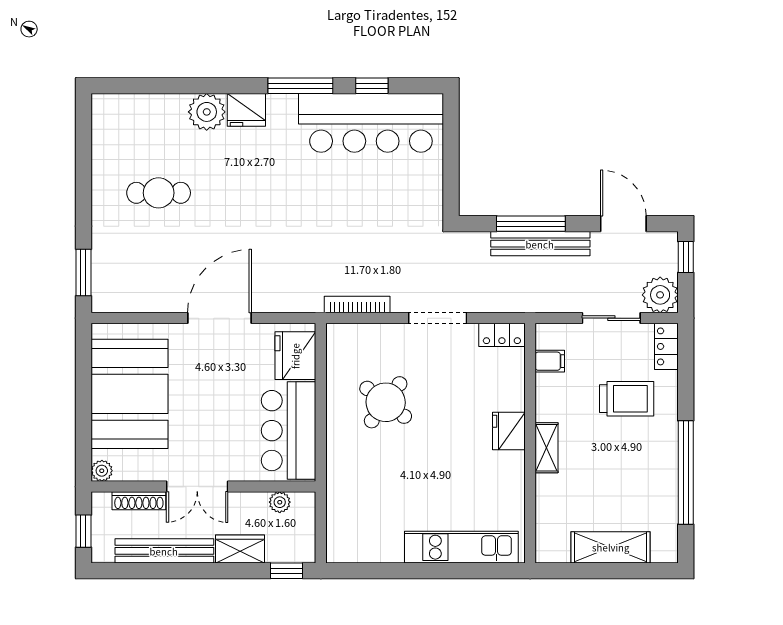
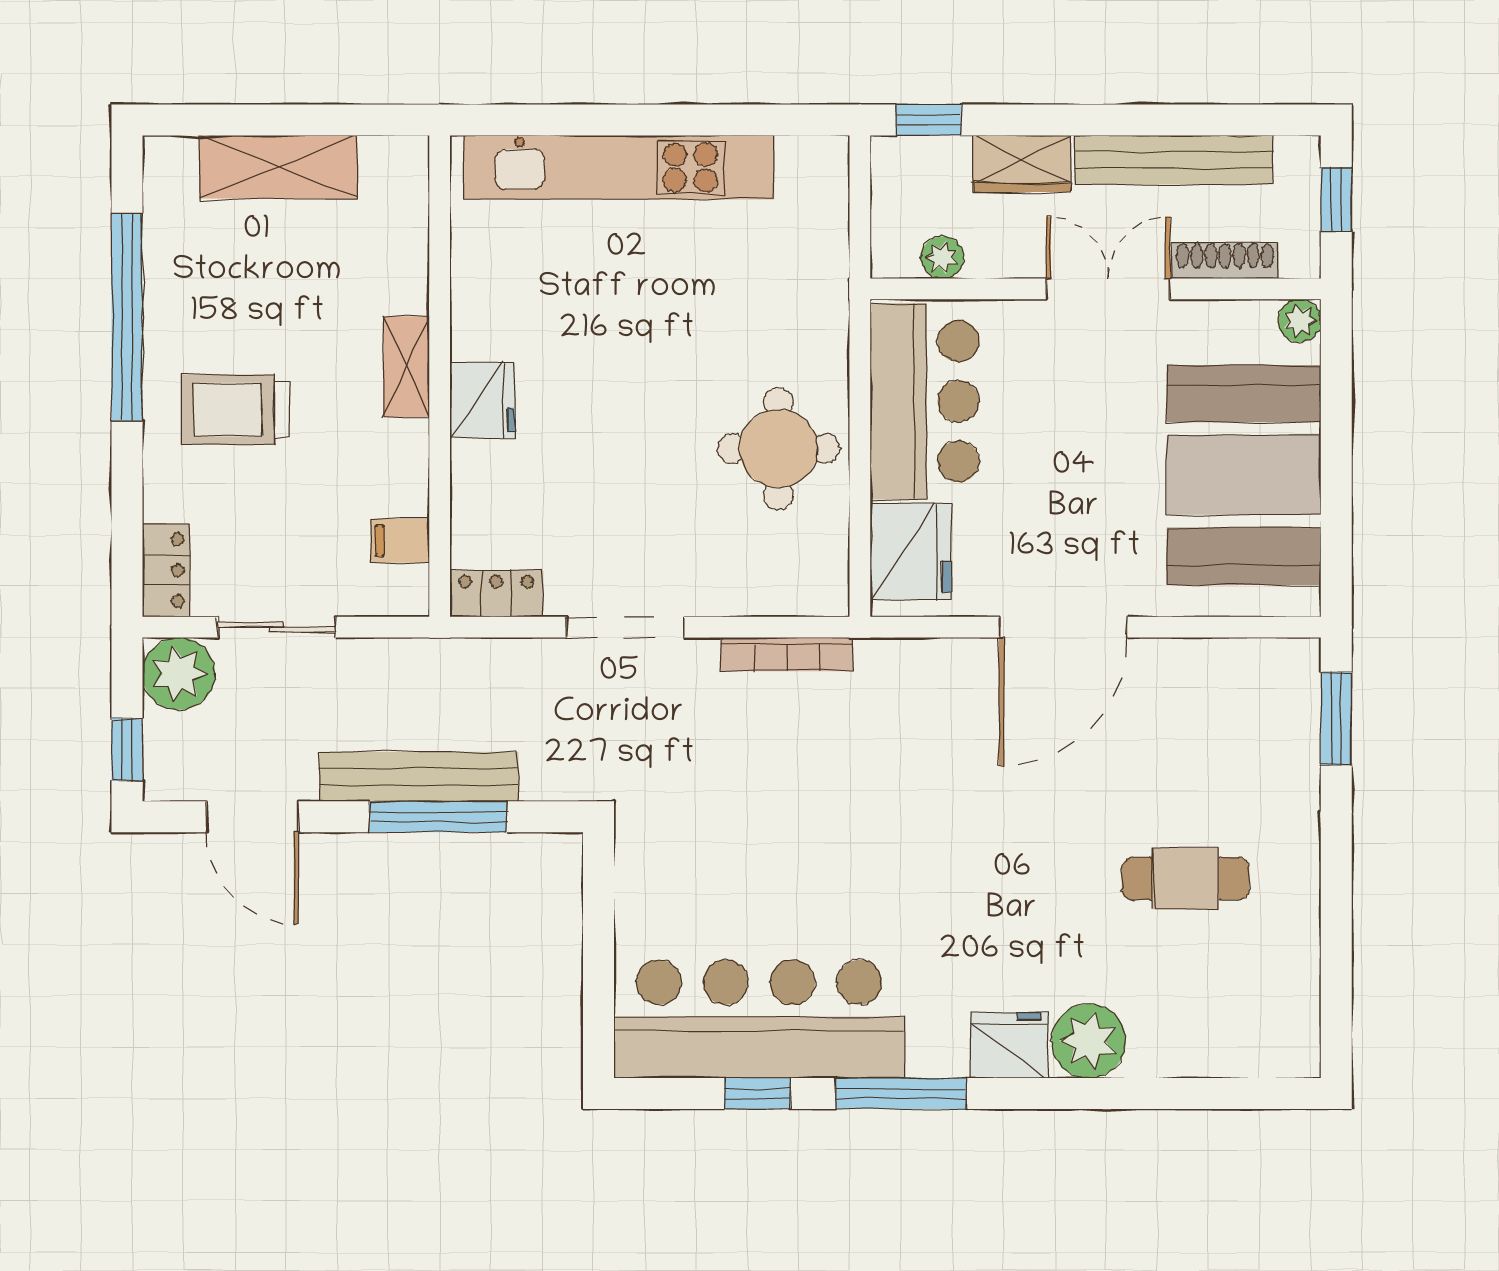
trolley: (627, 399) -> (235, 410), moved
round table: (386, 402) -> (778, 449), moved, turned -37
kitchen unit: (461, 547) -> (619, 167), width x1.36

